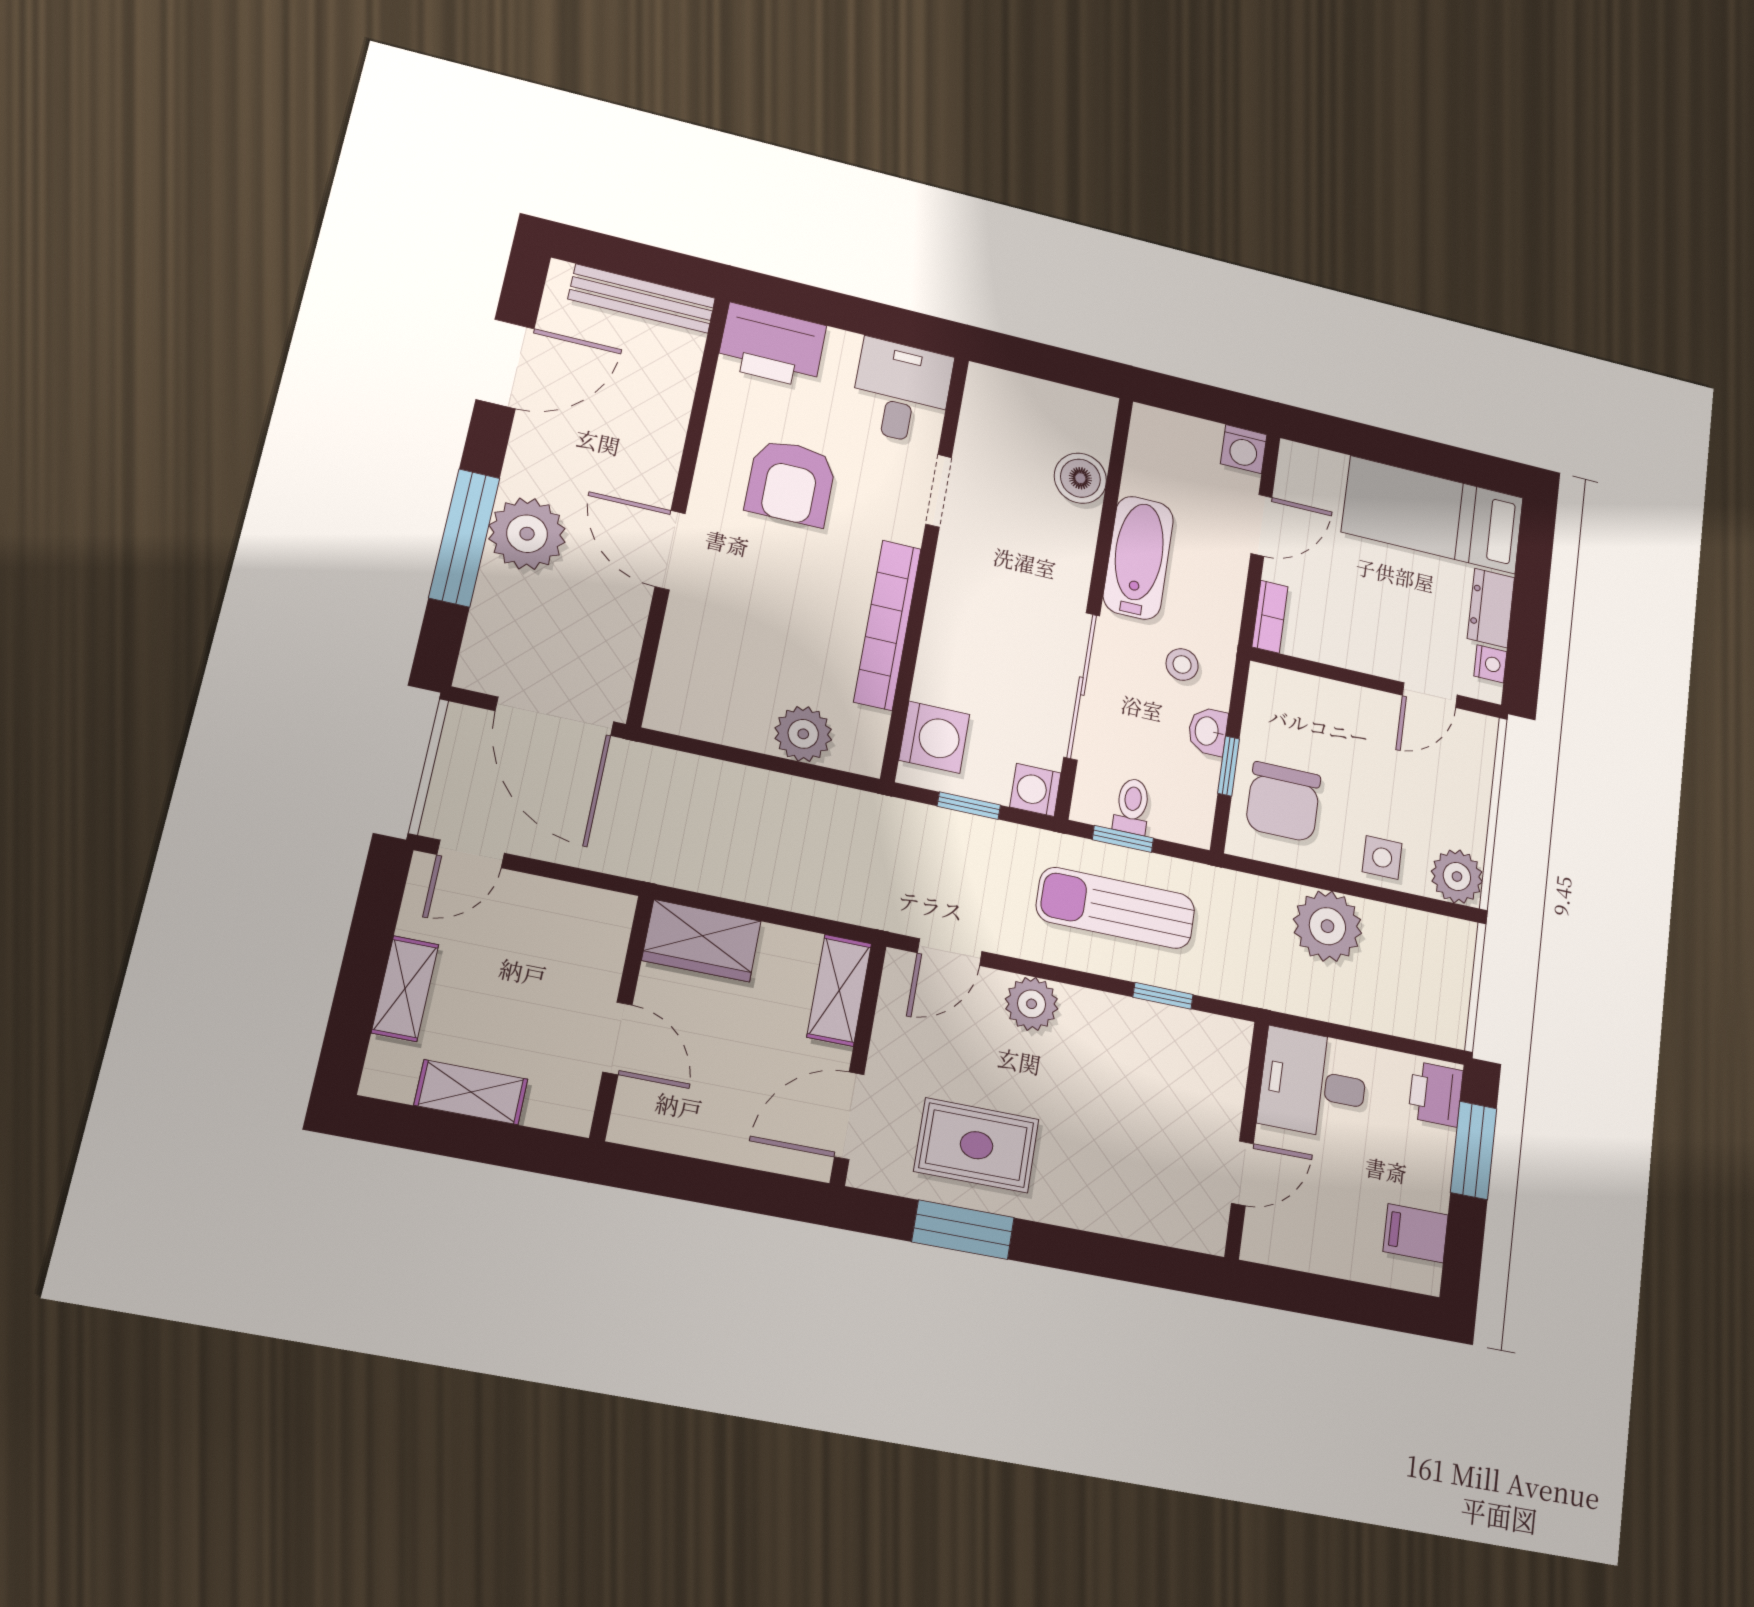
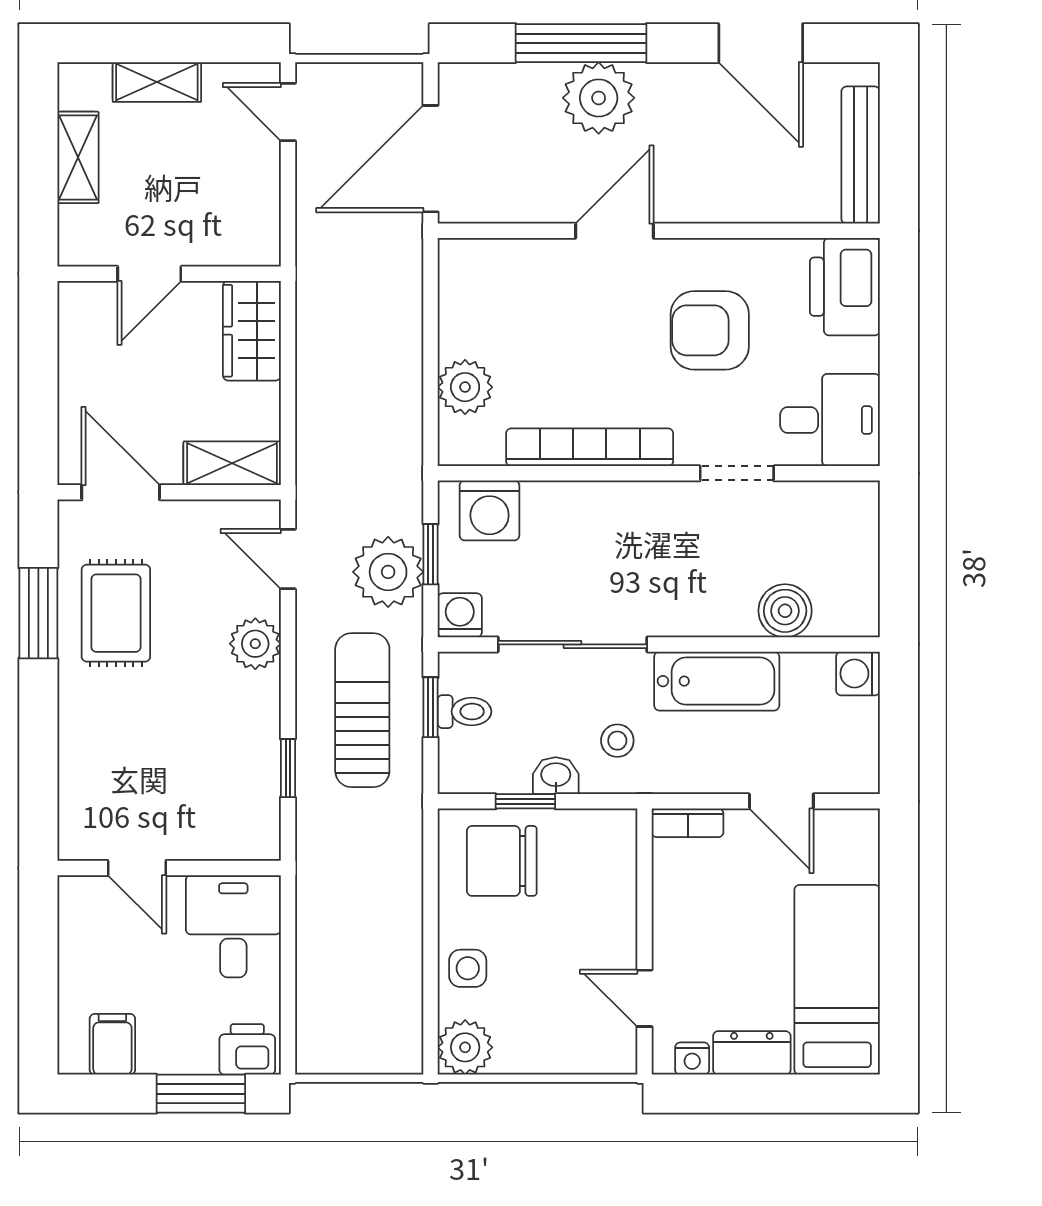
washing machine: (1244, 449) -> (858, 674), moved
plant: (1327, 926) -> (388, 572), moved

